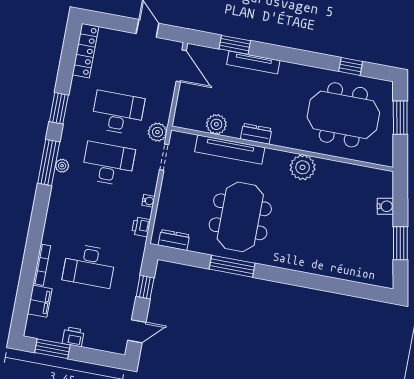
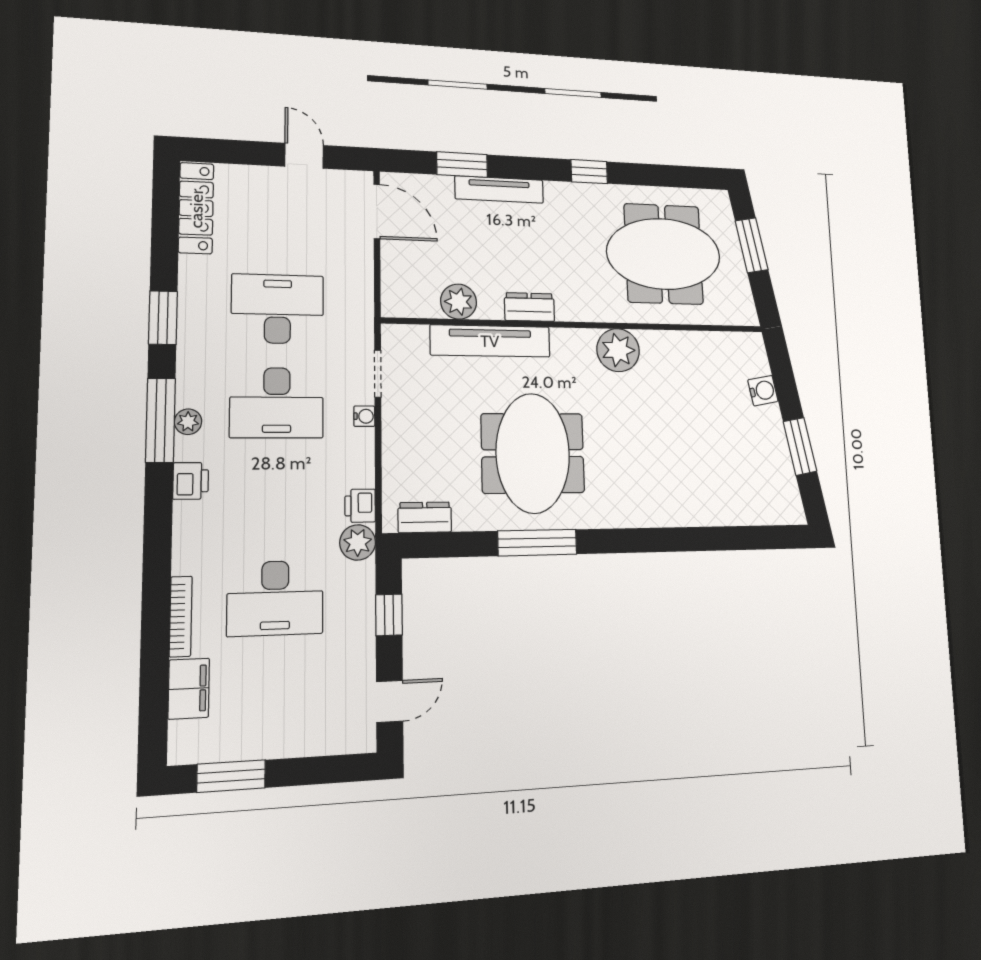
window: (351, 66) -> (589, 172), moved
plant: (157, 132) -> (358, 542), moved
desk: (108, 164) -> (277, 403), turned 180
water cooler: (148, 201) -> (364, 416), moved
printer: (73, 337) -> (191, 481), moved, turned 90

